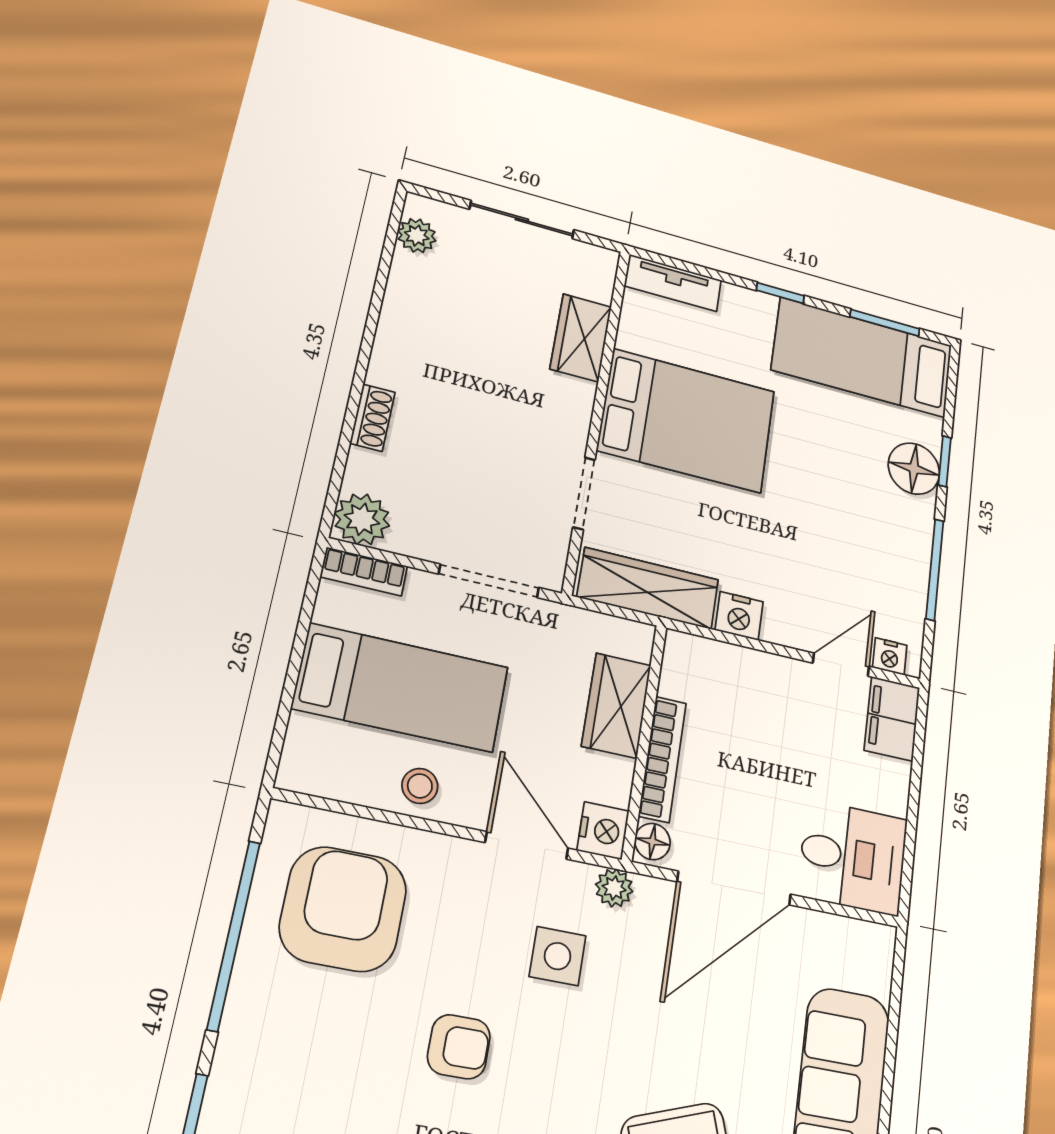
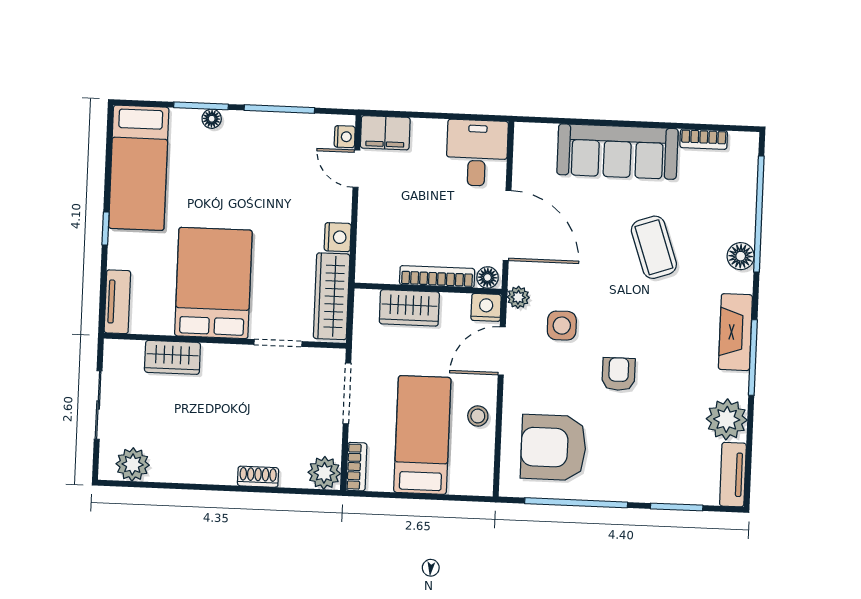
plant: (417, 236) -> (133, 464), width x1.38, depth x1.38
window: (885, 323) -> (109, 154), removed
window: (945, 461) -> (201, 106), width x1.50
floor lamp: (914, 469) -> (212, 119), width x0.53, depth x0.53

